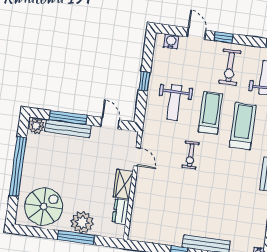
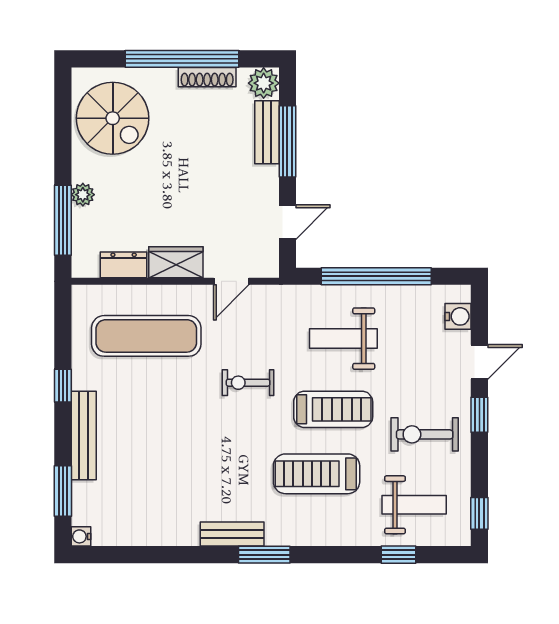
window: (144, 81) -> (376, 276), width x3.17
treadmill: (243, 126) -> (317, 474), turned 180
bench: (68, 128) -> (267, 132), width x0.73
shoe rack: (29, 155) -> (207, 77), added
exercise mat: (159, 205) -> (146, 336), added
plant: (82, 222) -> (83, 195), width x0.53, depth x0.53
window: (76, 237) -> (63, 220), moved

